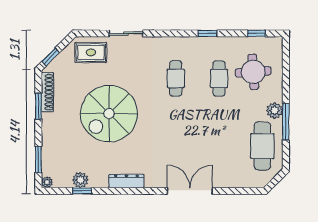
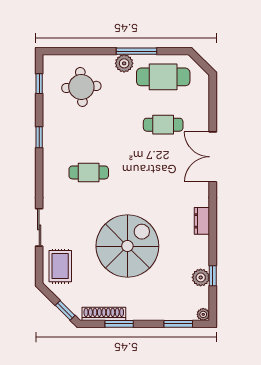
cafe table: (219, 78) -> (163, 125), moved
spiral stairs: (109, 114) -> (127, 246), turned -90
dresser: (126, 181) -> (202, 221), width x0.70

